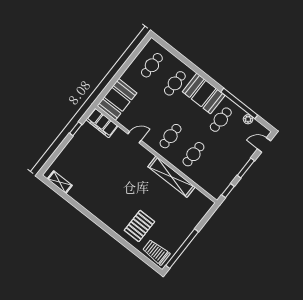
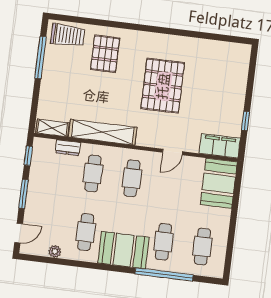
window: (239, 103) -> (164, 274), moved
dresser: (200, 180) -> (68, 148), added
shelving: (60, 182) -> (52, 128), moved
pallet: (115, 183) -> (163, 86), added
window: (182, 249) -> (40, 57), width x0.68

